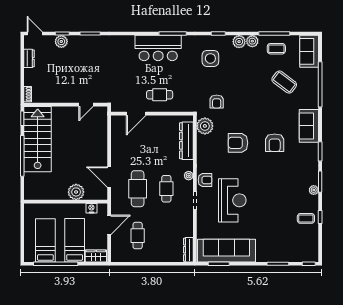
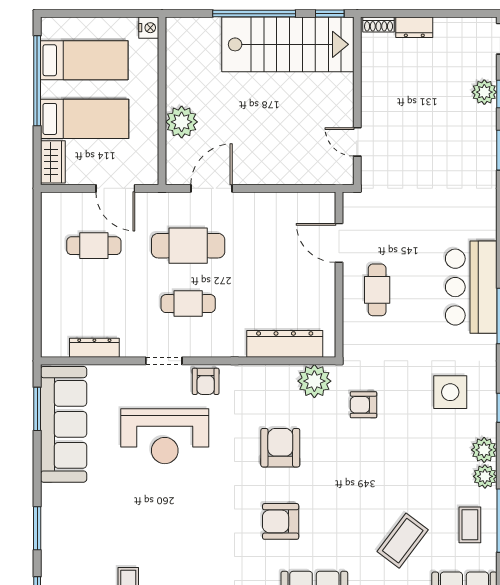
dresser: (29, 58) -> (414, 27), moved
plant: (189, 176) -> (214, 348), removed
nightstand: (91, 208) -> (149, 28), moved
dresser: (188, 250) -> (94, 348), moved

